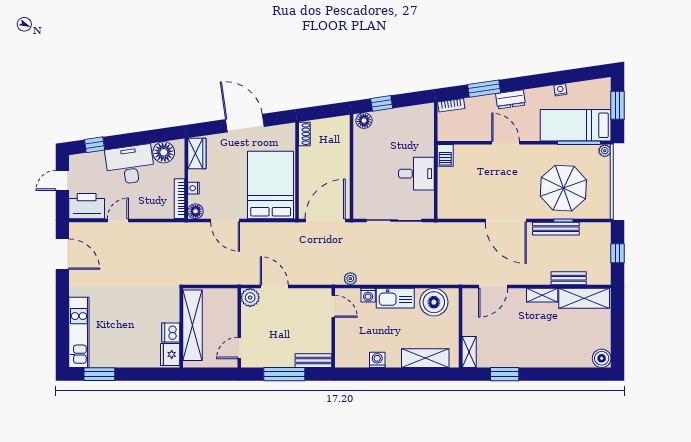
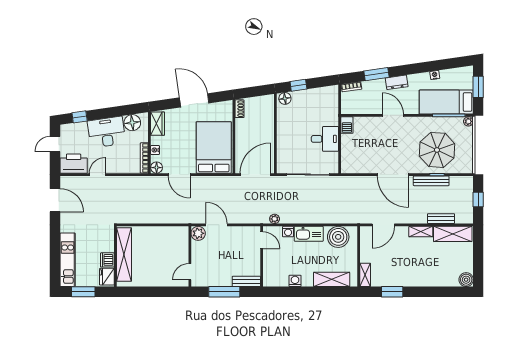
shelving: (193, 325) -> (124, 254), moved
wall: (181, 328) -> (115, 256), moved
dishwasher: (171, 332) -> (107, 260), moved
fridge: (170, 354) -> (107, 277), moved

